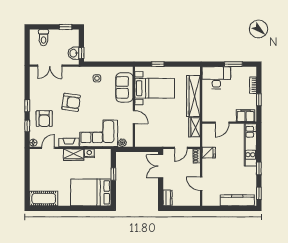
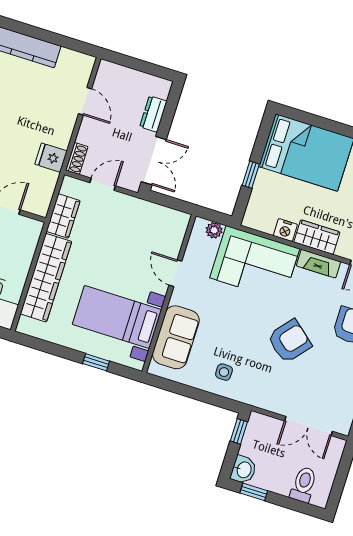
washbasin: (74, 53) -> (244, 470), moved
double door: (50, 66) -> (308, 426), swing flipped
armchair: (71, 102) -> (289, 341), turned 122
dresser: (168, 198) -> (153, 114), moved

